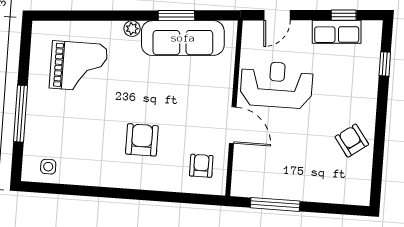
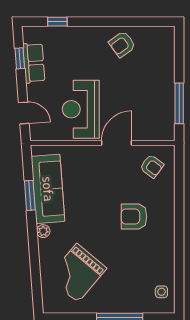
grand piano: (78, 66) -> (77, 273), turned -140
armchair: (201, 166) -> (152, 166), turned -143

